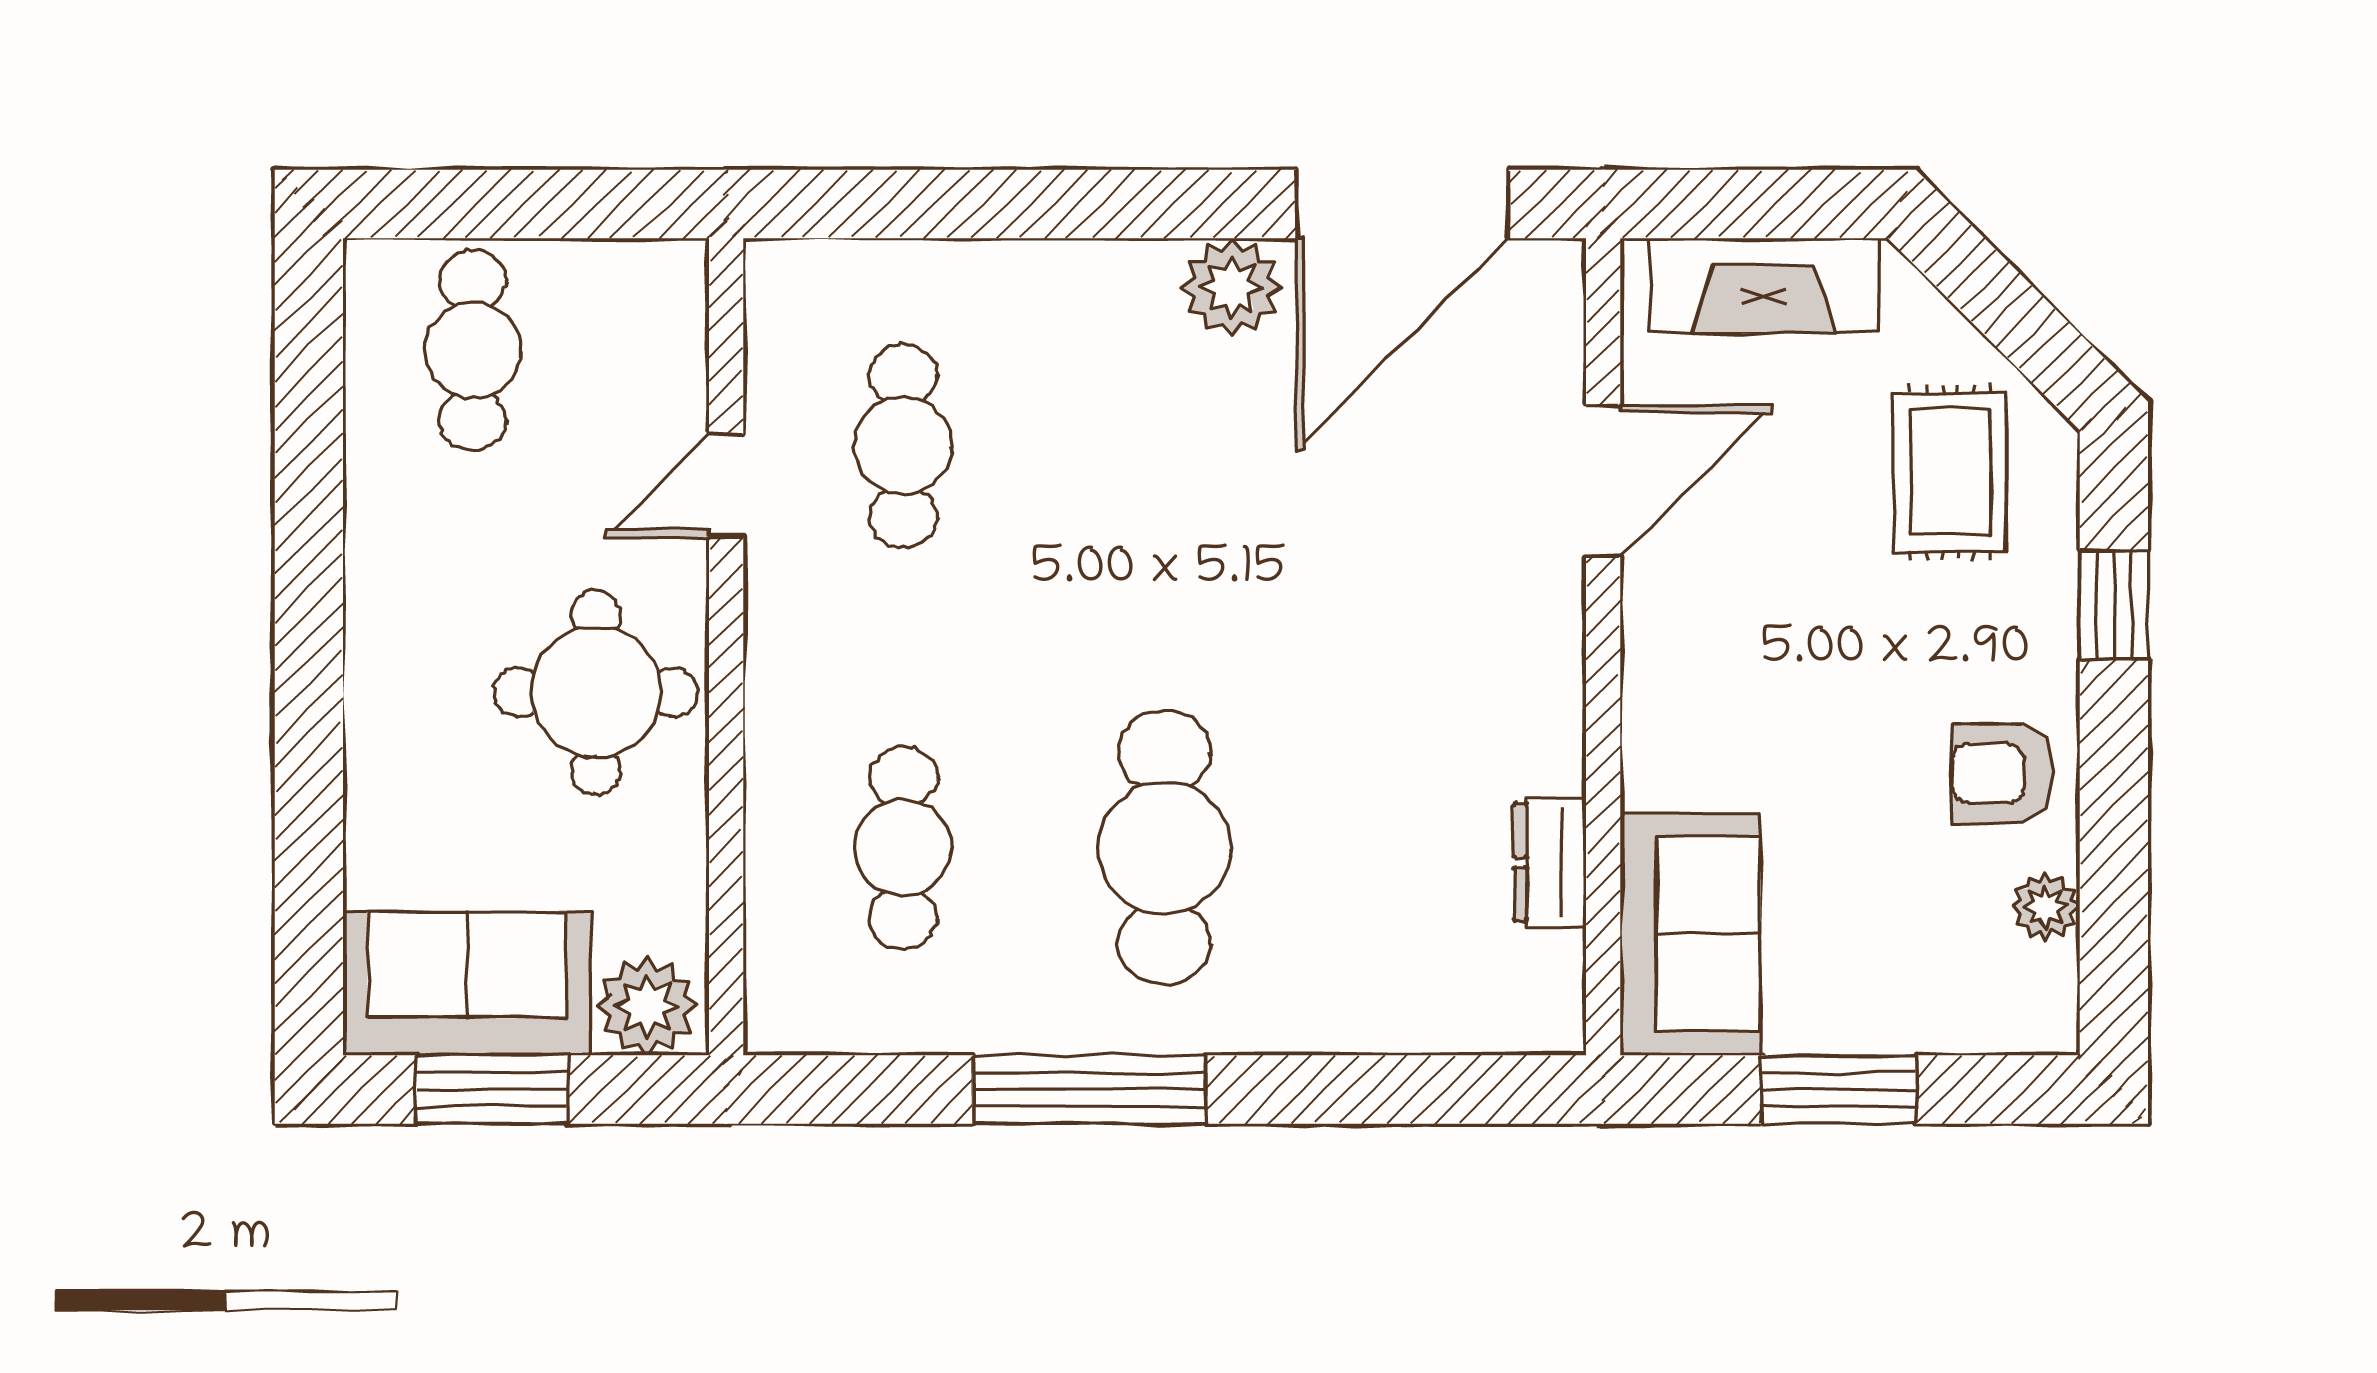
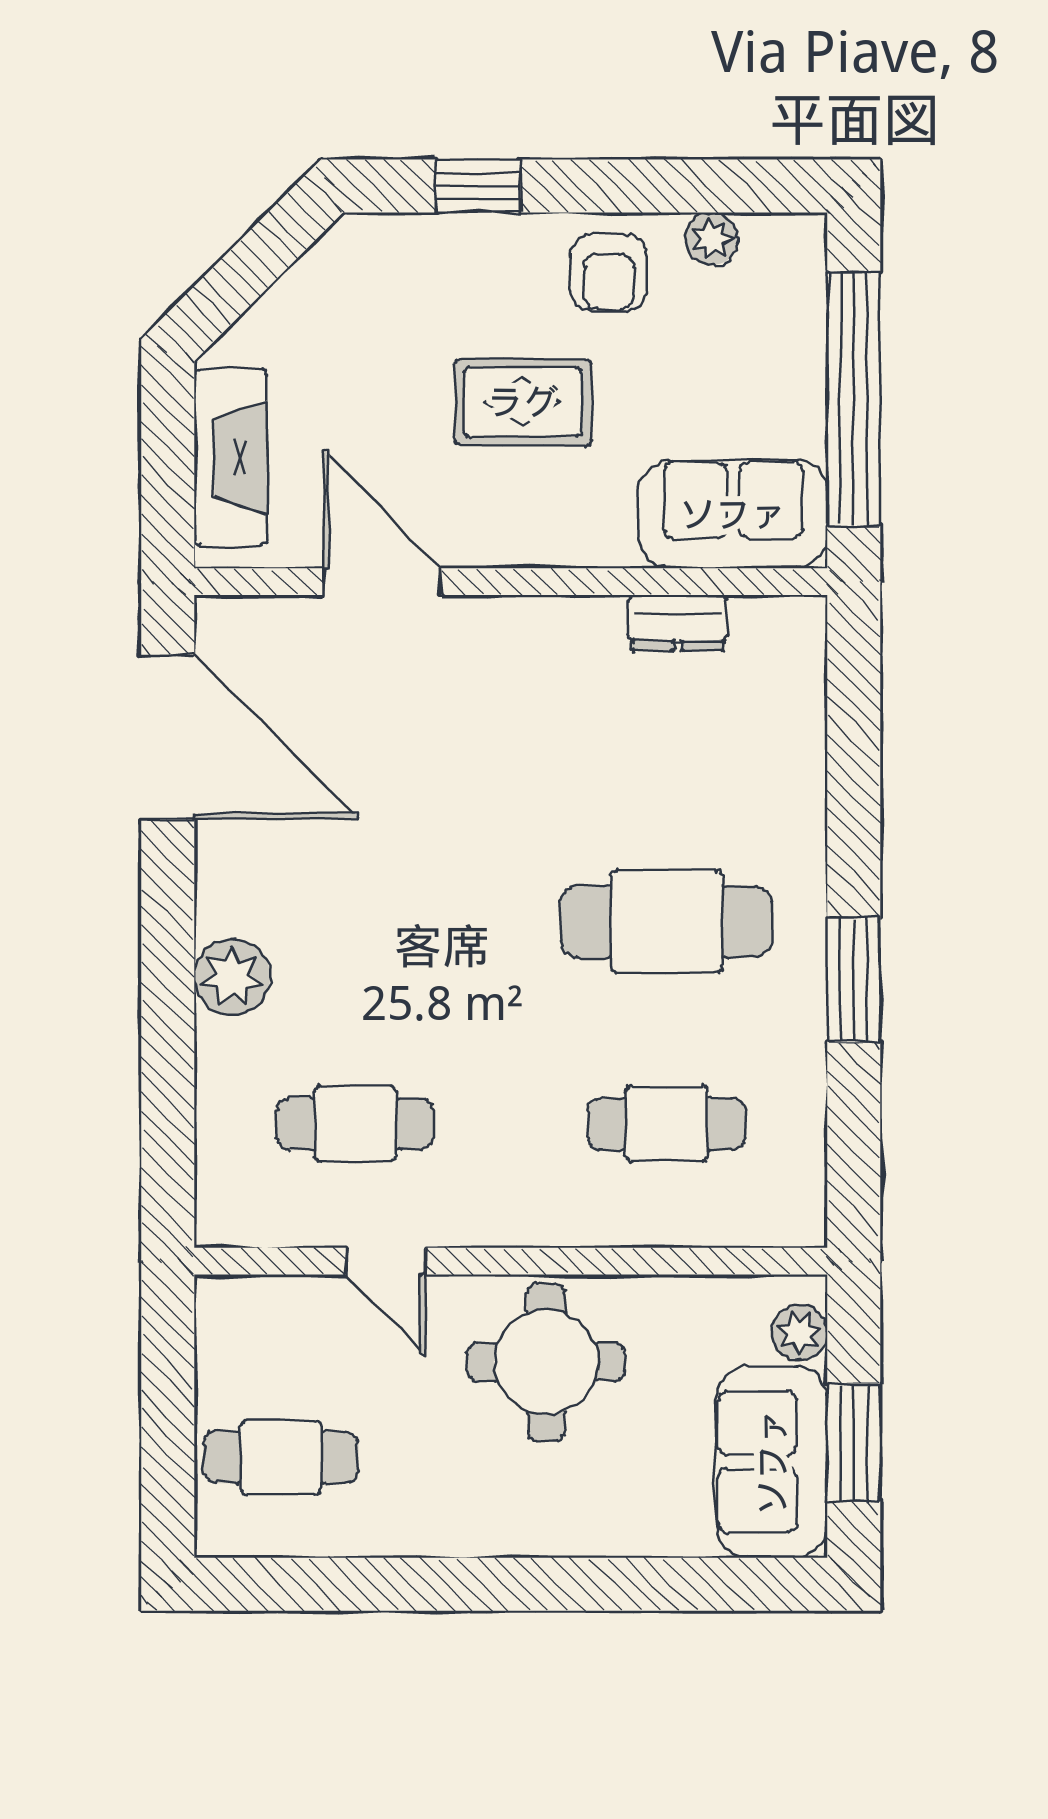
plant: (1232, 287) -> (232, 977), moved
rug: (1950, 472) -> (523, 402), moved
plant: (647, 1006) -> (799, 1333), width x0.73, depth x0.73
window: (1089, 1090) -> (854, 980), width x0.69
window: (1839, 1090) -> (854, 399), width x2.11

